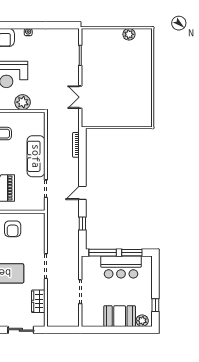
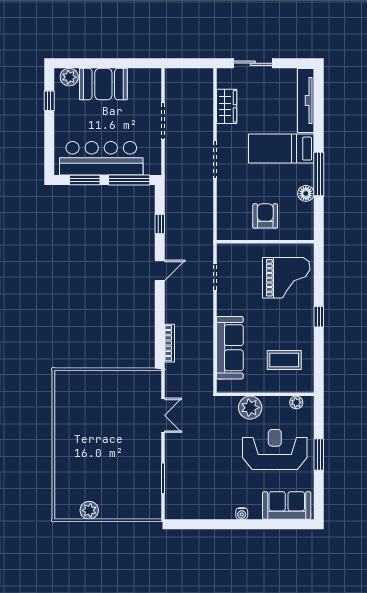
sofa: (36, 156) -> (230, 348), moved
bar counter: (121, 267) -> (101, 158), width x1.36

